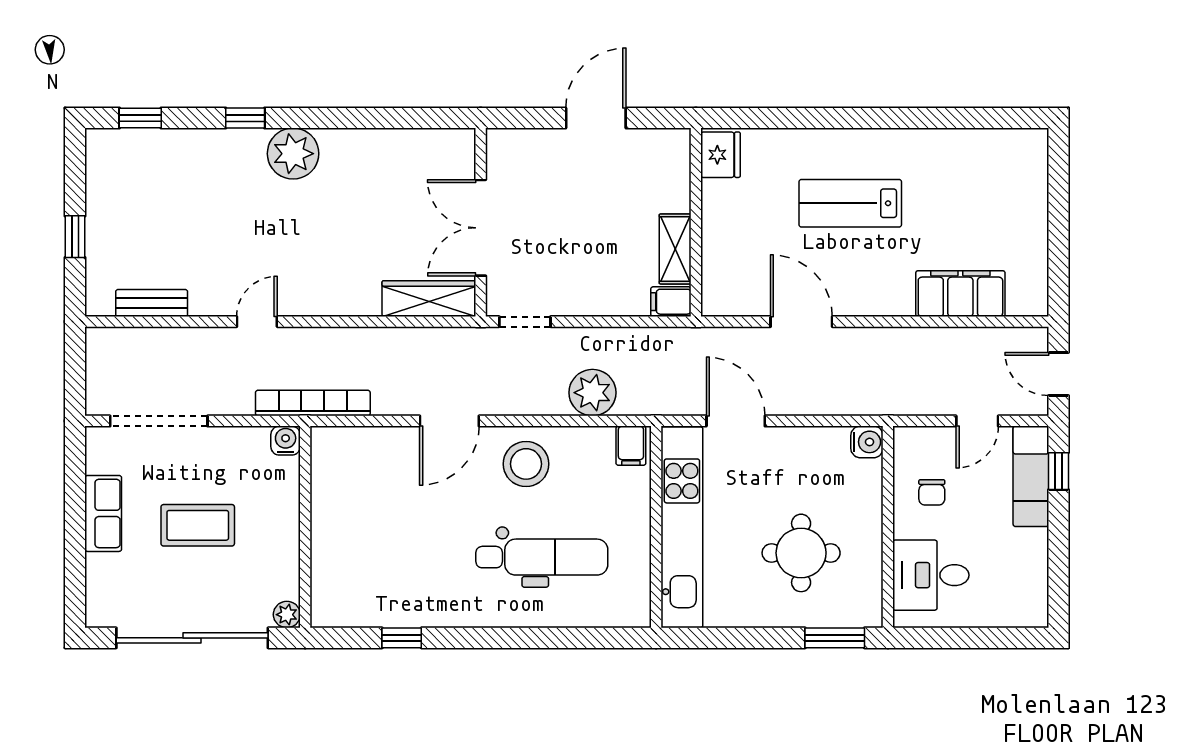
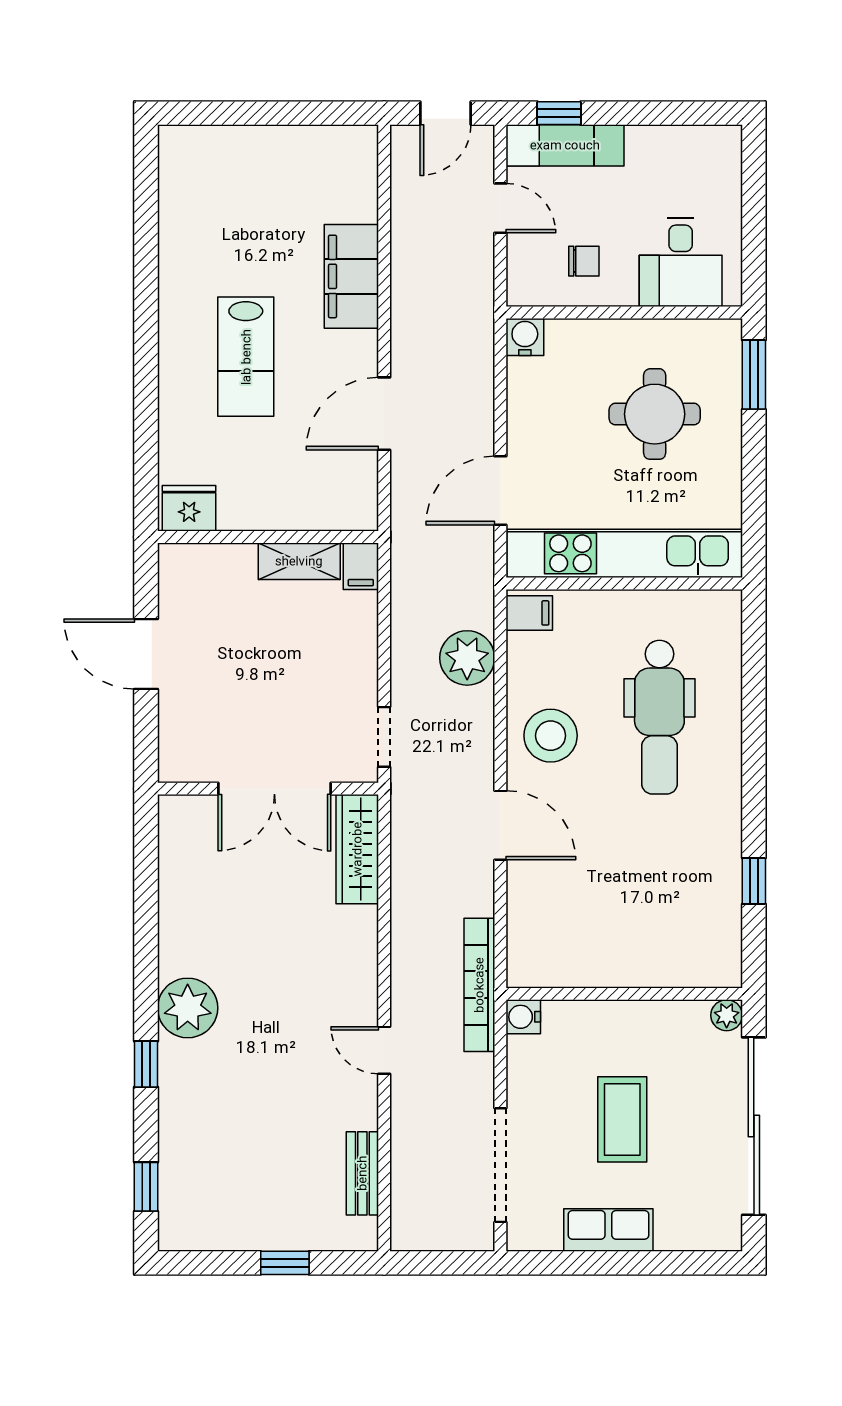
filing cabinet: (960, 294) -> (351, 276), moved
dental chair: (542, 557) -> (659, 717), turned 180

